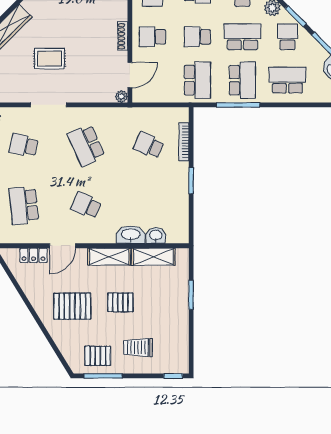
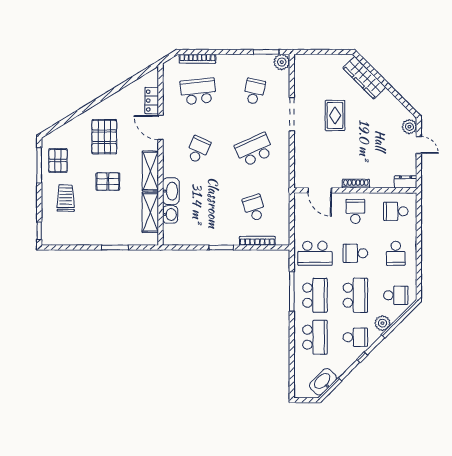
school desk: (197, 37) -> (355, 253), turned -90
school desk: (242, 80) -> (315, 295), turned -90
plant: (121, 96) -> (300, 183), removed
school desk: (149, 145) -> (254, 208), turned -42
pallet: (120, 302) -> (108, 182), turned 90

